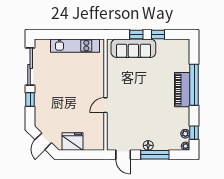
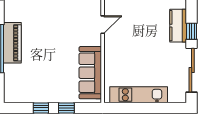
sofa: (133, 48) -> (90, 73), moved, turned -90
kitchen counter: (41, 104) -> (178, 26), added

